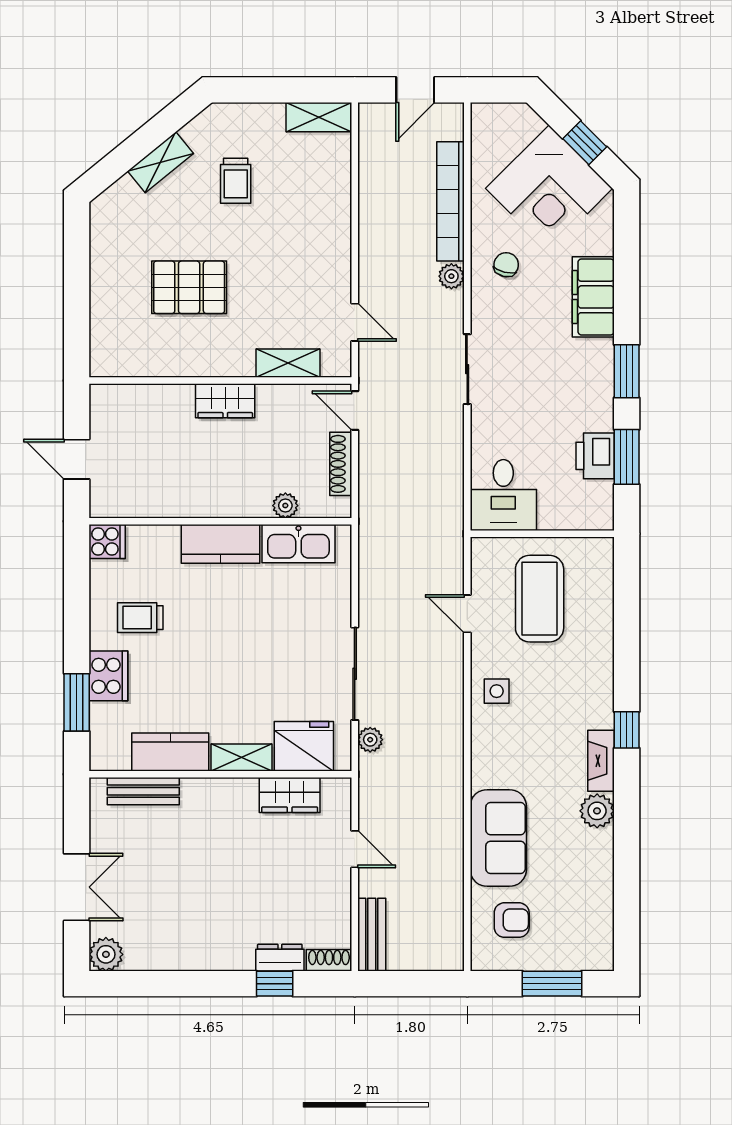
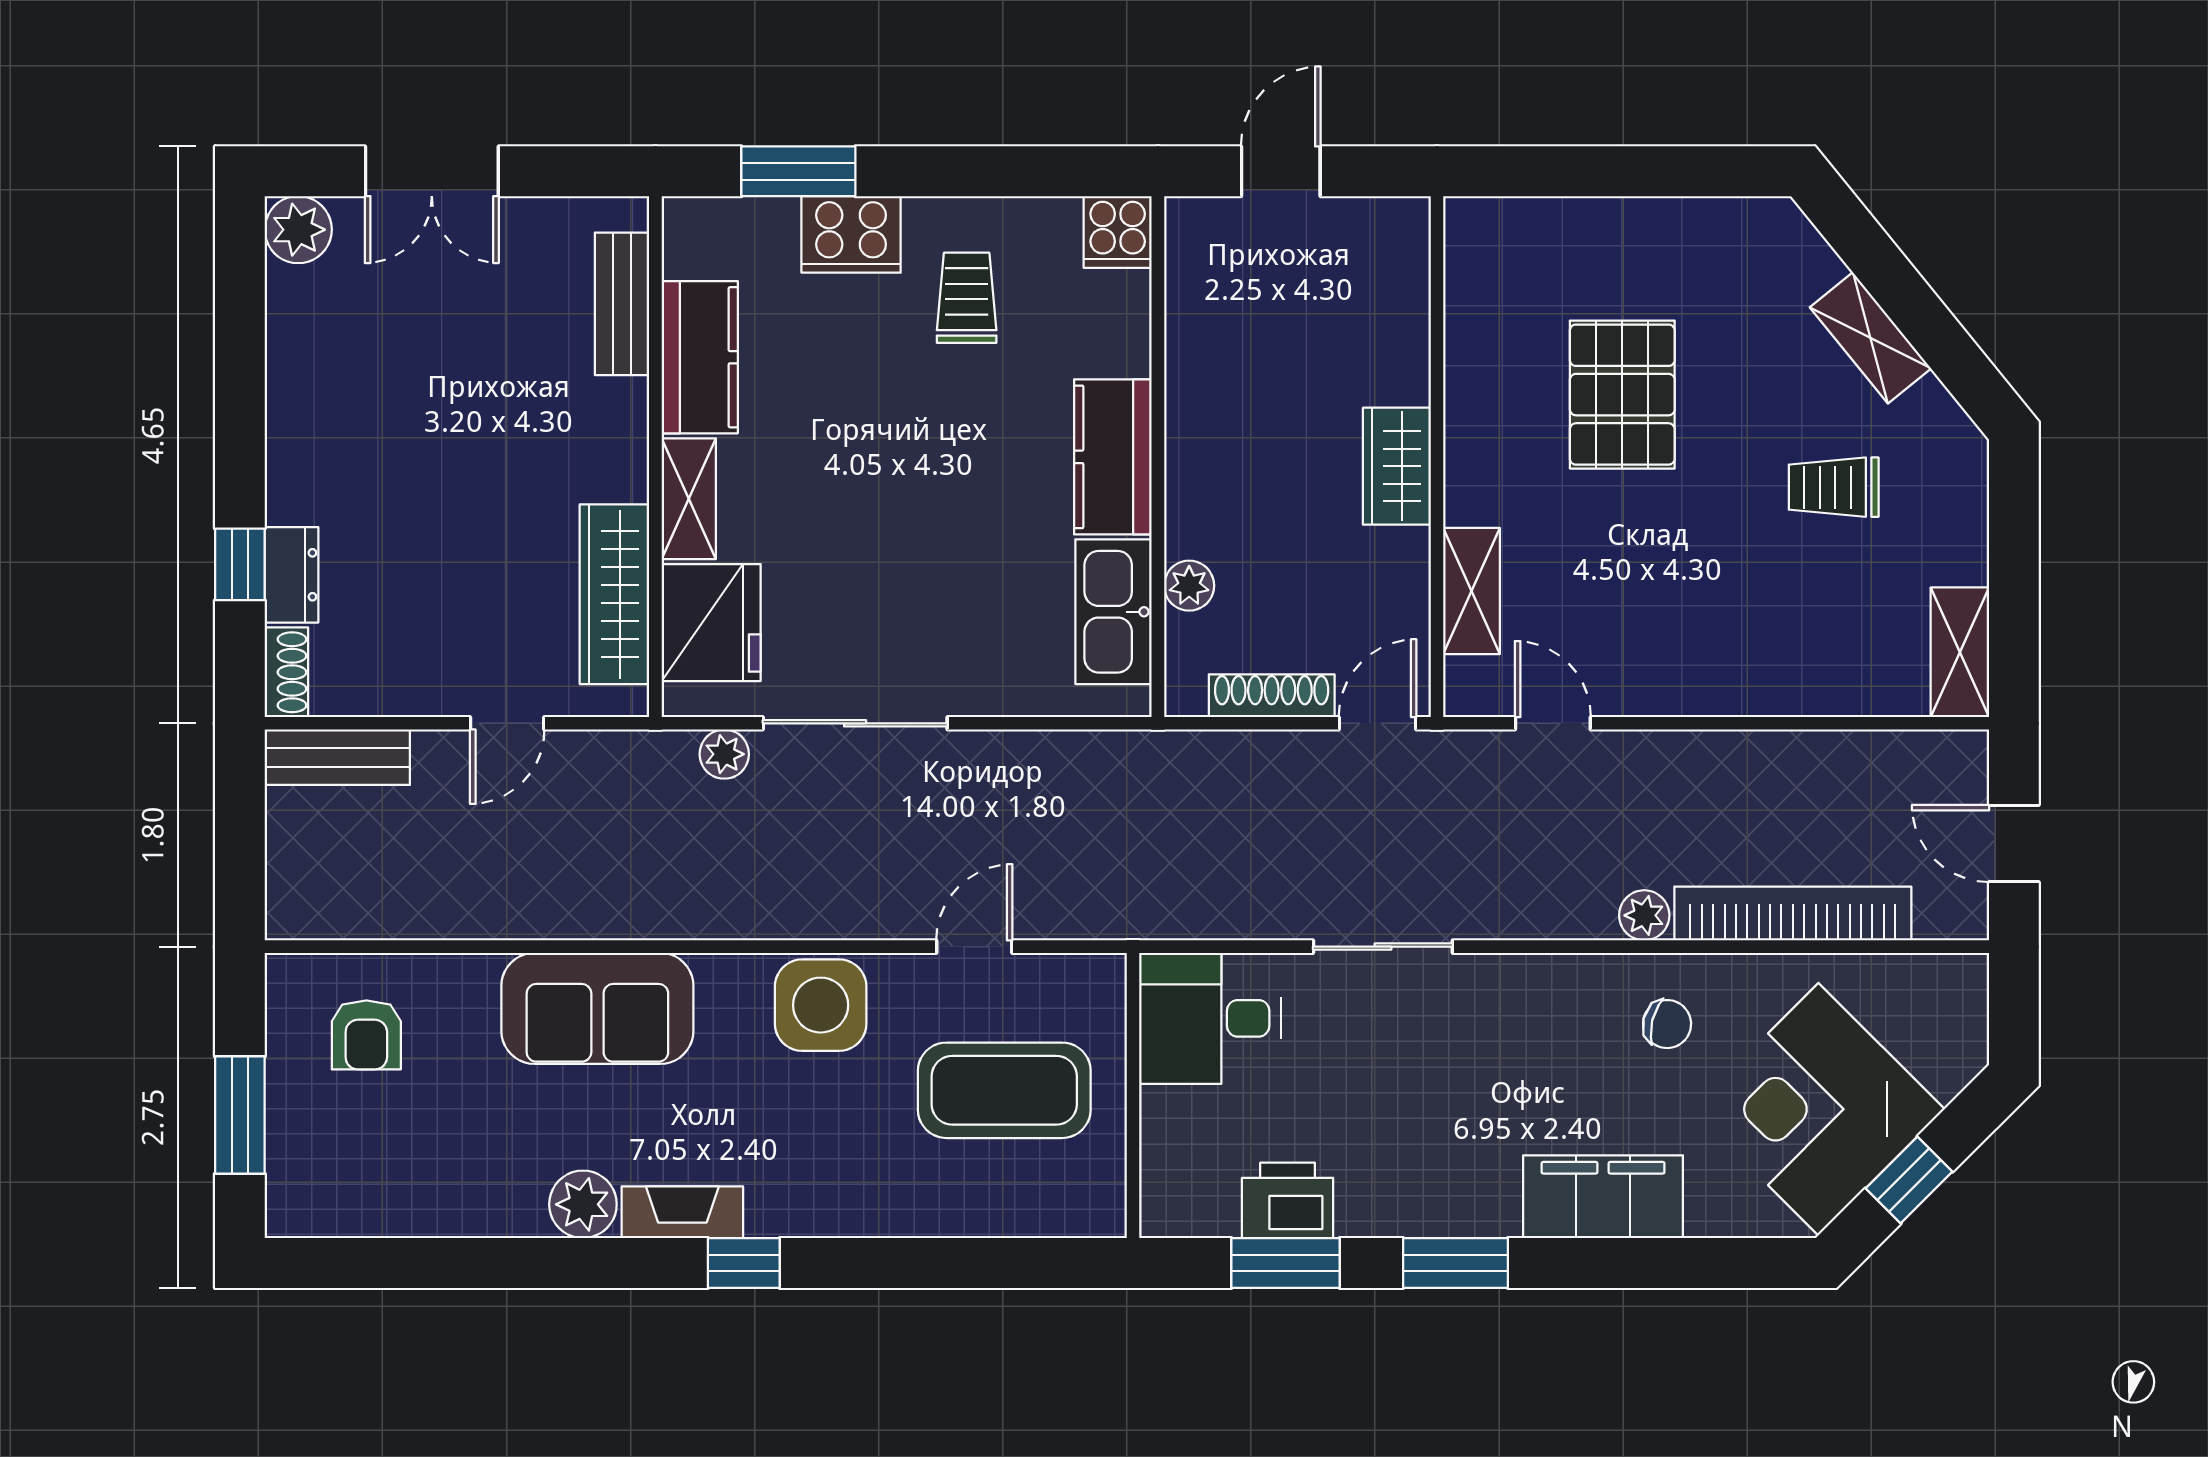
door: (355, 322) -> (1553, 723), swing flipped
sliding door: (467, 369) -> (1383, 947), moved
side table: (497, 691) -> (821, 1005), width x1.87, depth x1.87
wardrobe: (290, 795) -> (614, 594), width x1.50
sofa: (498, 838) -> (597, 1008), moved

